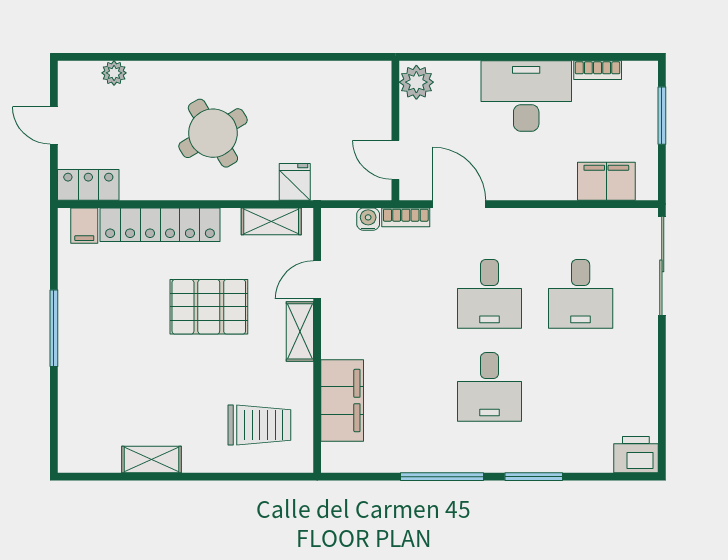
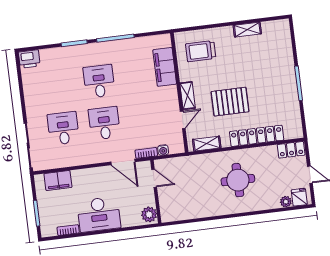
round table: (213, 133) -> (238, 180), turned 31
fridge: (295, 182) -> (299, 197), moved, turned 180
filing cabinet: (84, 226) -> (291, 131), removed

